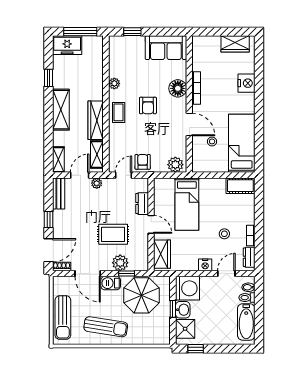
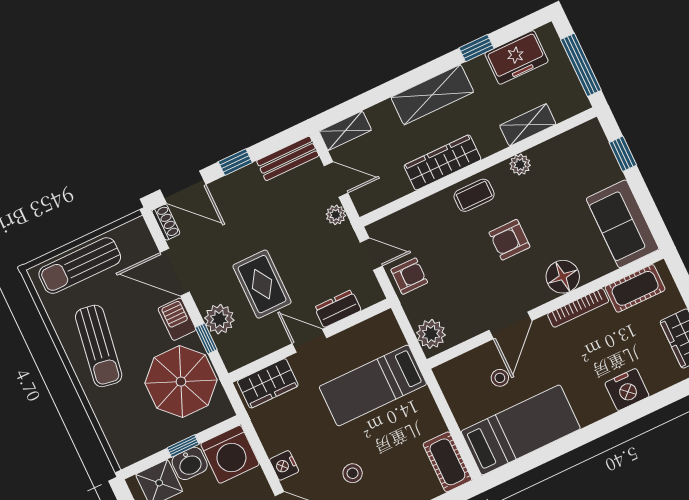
freezer: (67, 45) -> (516, 57), moved, turned -90
cot: (200, 56) -> (635, 288), added
shelving: (97, 154) -> (528, 125), moved
door: (151, 224) -> (309, 341), swing flipped
door: (88, 273) -> (175, 272), hinge flipped

